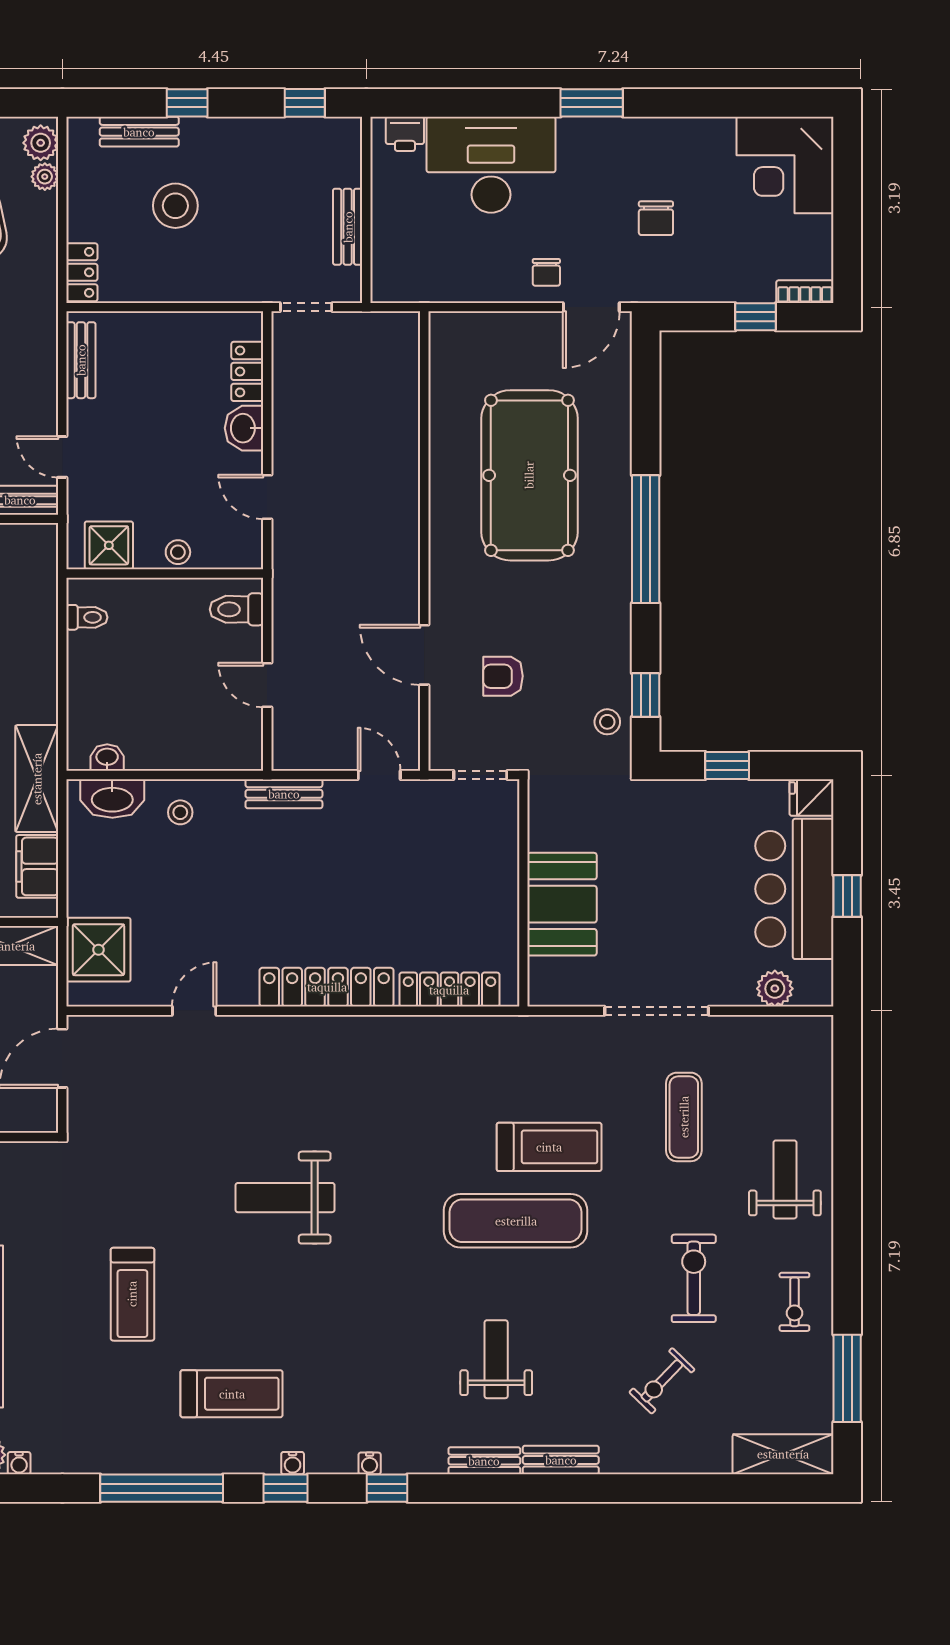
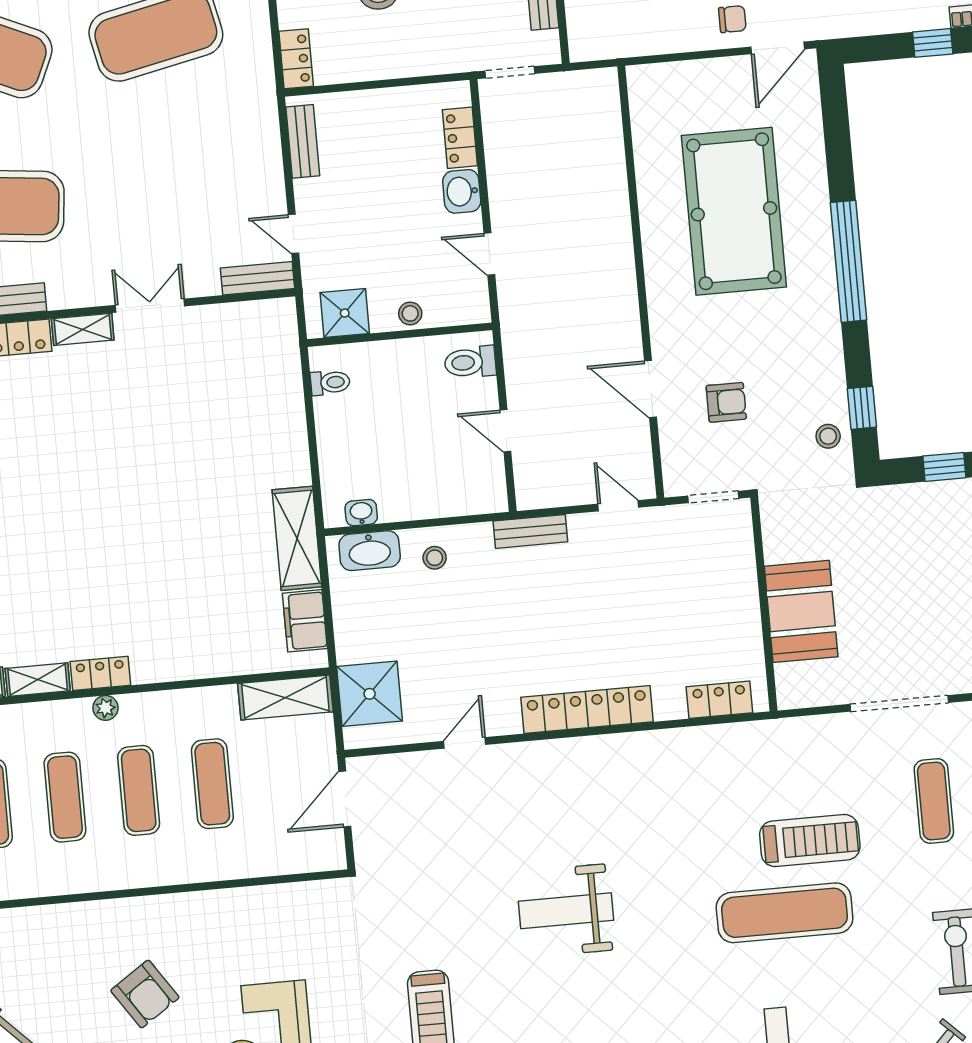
chair: (546, 272) -> (732, 19), turned -90
armchair: (503, 676) -> (726, 402), turned 180
locker: (449, 990) -> (719, 700), width x0.66

